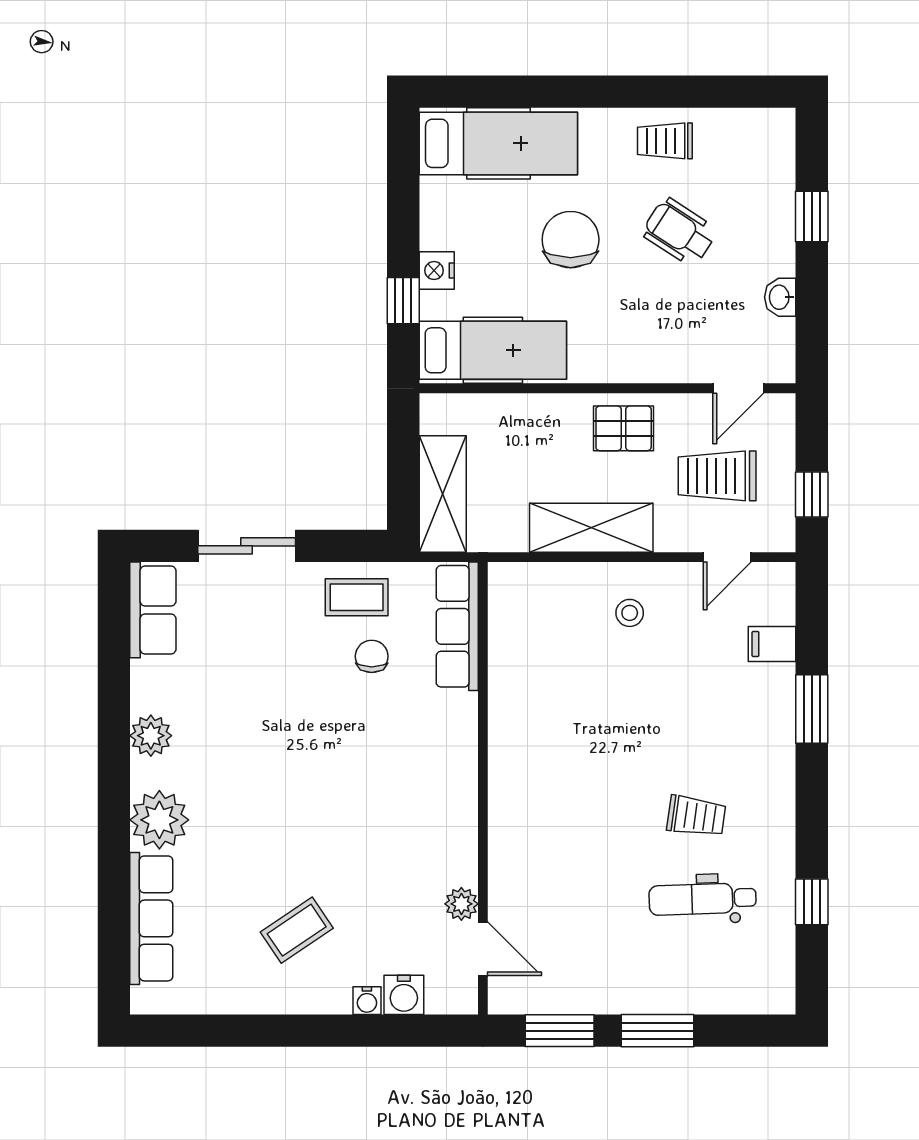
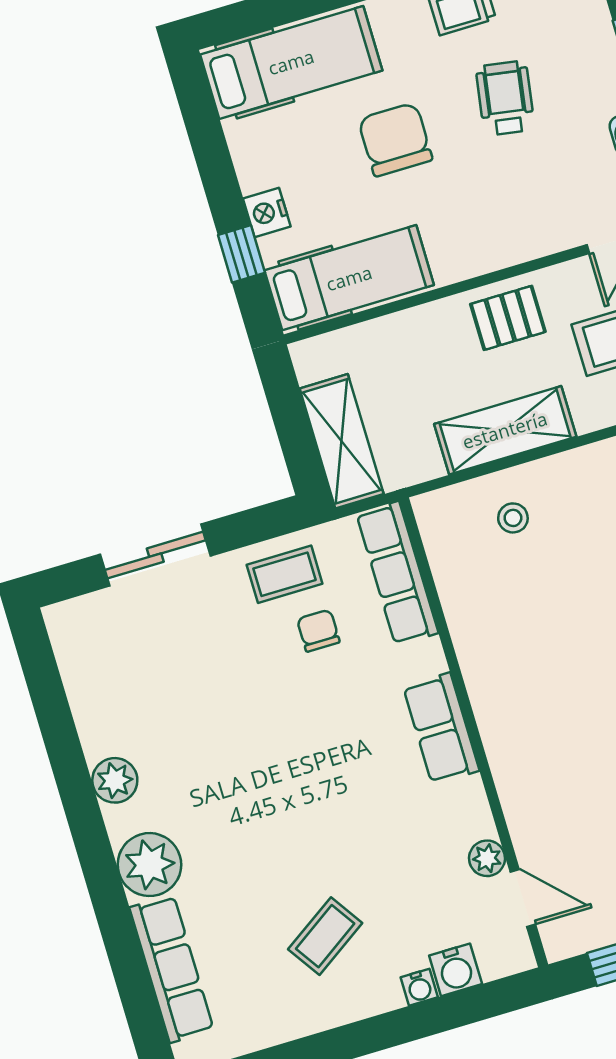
wheelchair: (679, 232) -> (505, 98), turned 66
row of seats: (153, 610) -> (441, 728), moved, turned 180
stool: (630, 613) -> (513, 518), moved

